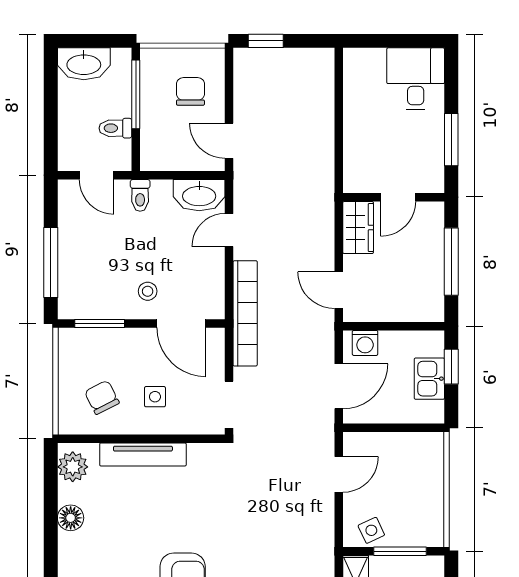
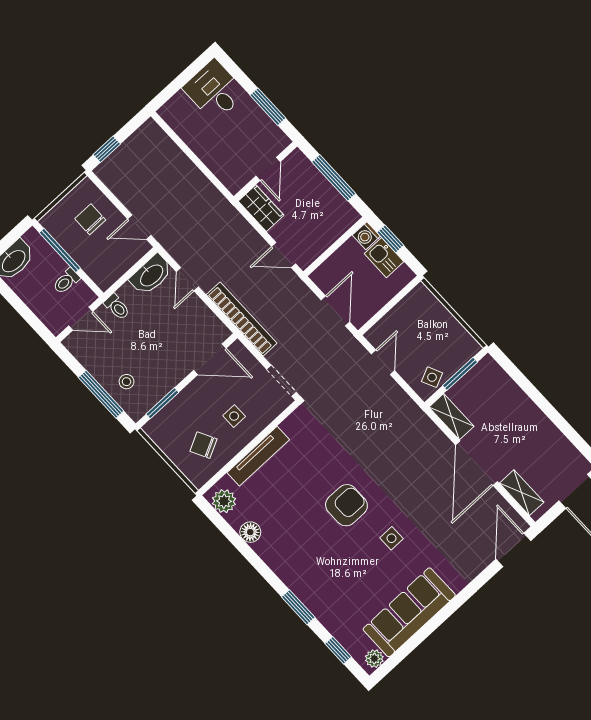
stool: (148, 291) -> (127, 382), moved
washing machine: (365, 343) -> (366, 236), moved, turned 90

